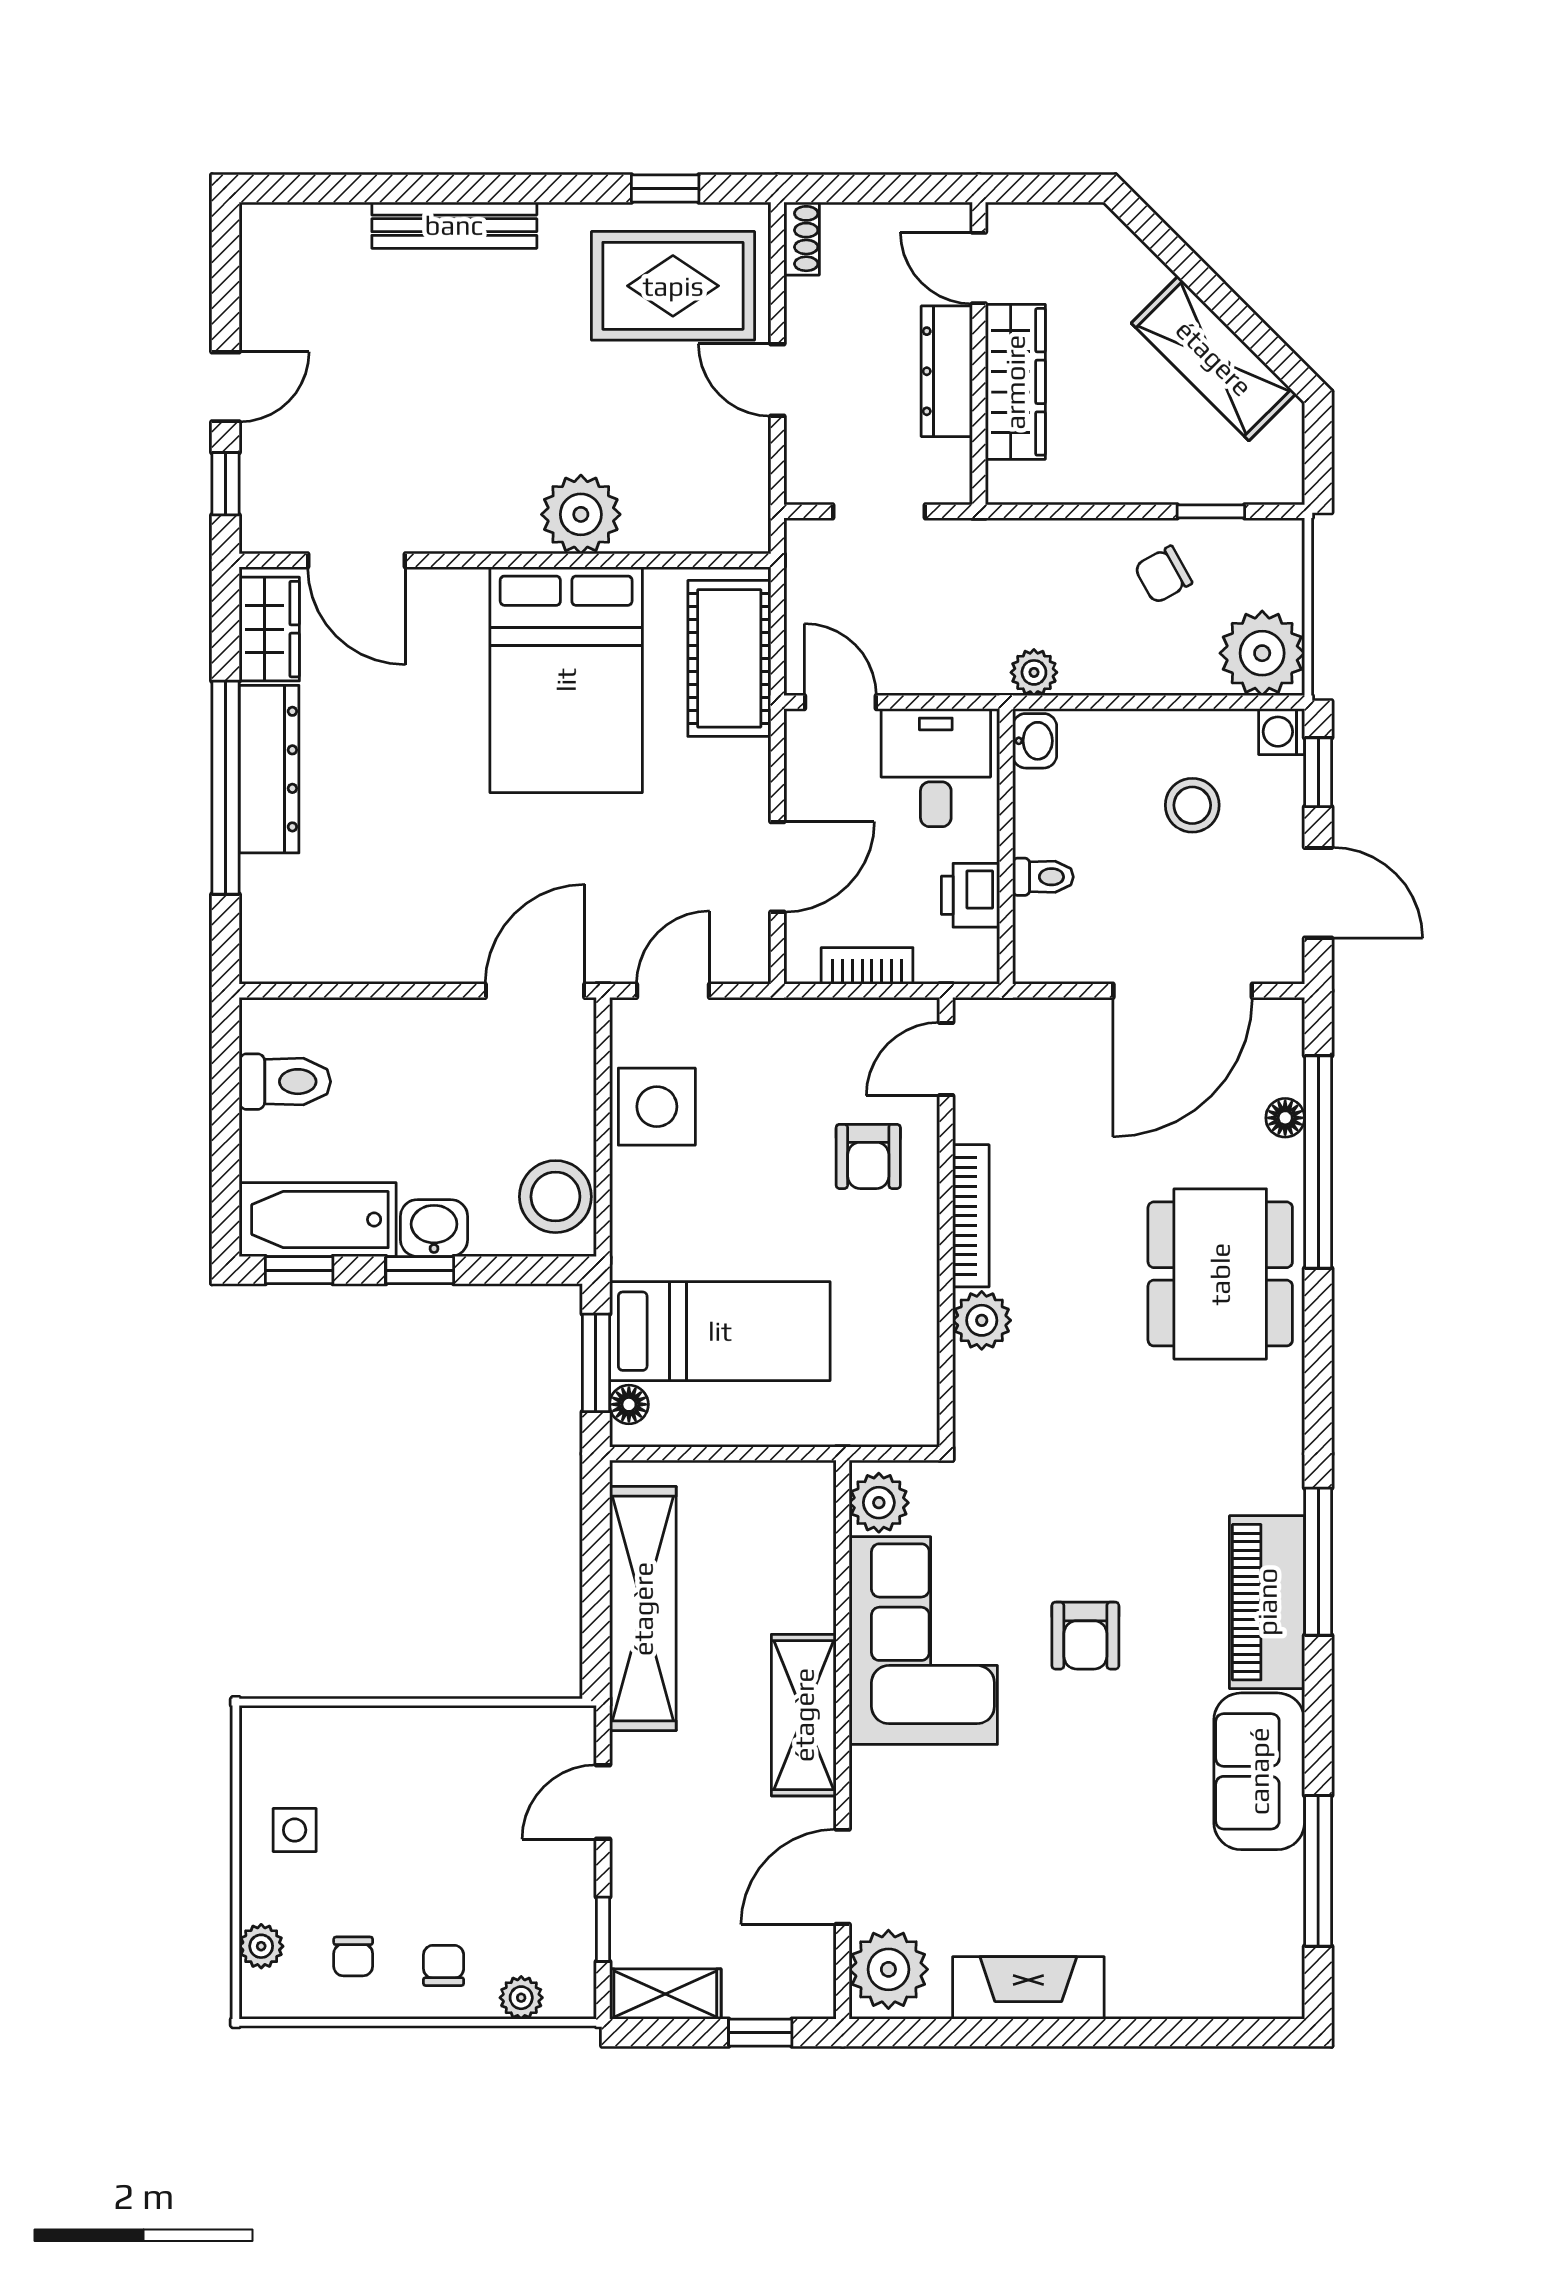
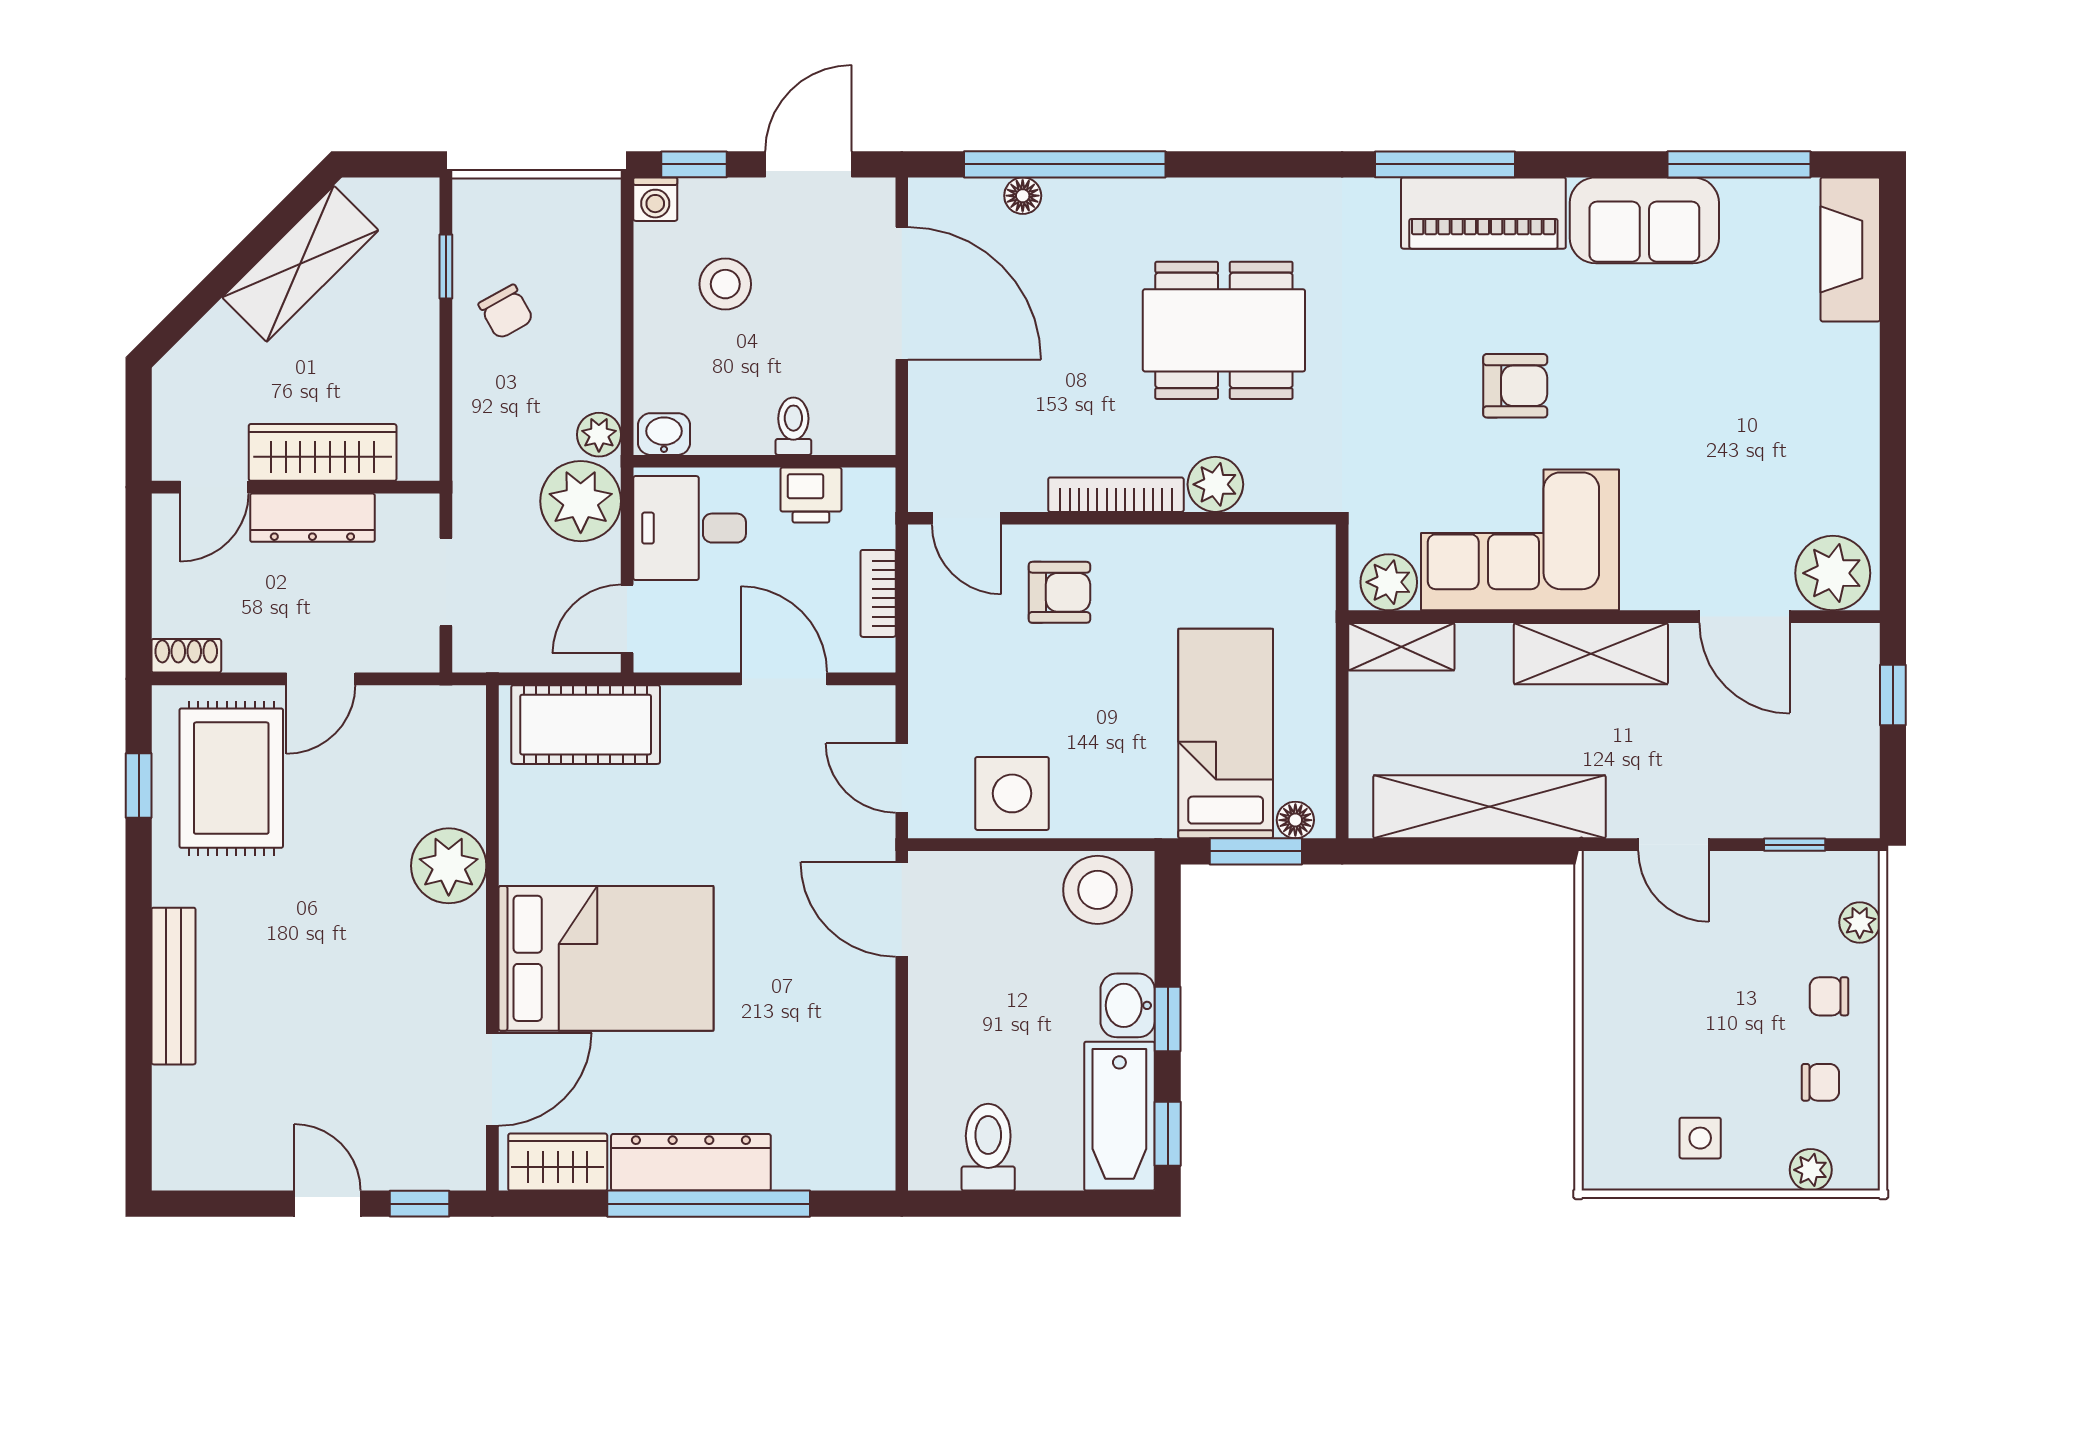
plant: (1262, 653) -> (581, 501), moved
bed: (566, 680) -> (606, 958), moved
dining table: (1220, 1274) -> (1224, 330), moved
fireplace: (1028, 1988) -> (1850, 249), moved
shelving: (665, 1994) -> (1401, 647), moved, turned 90

